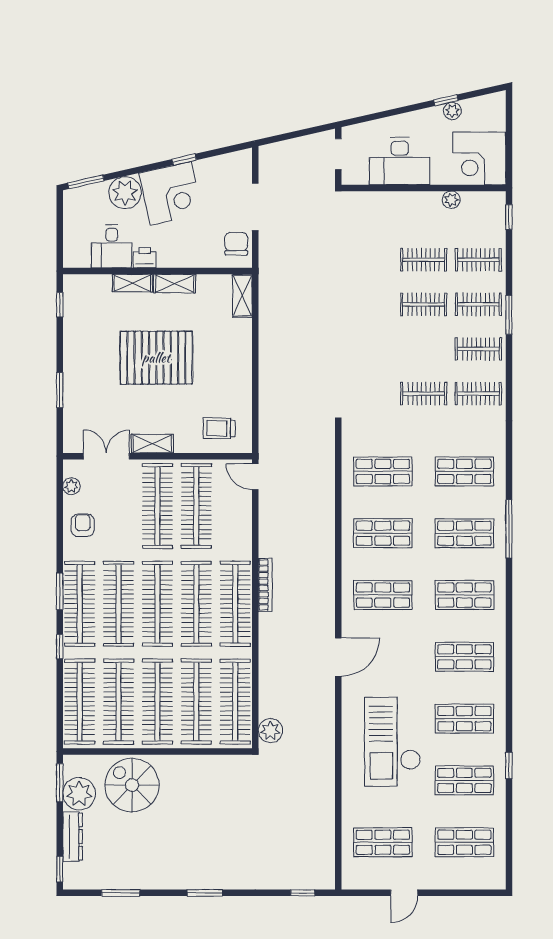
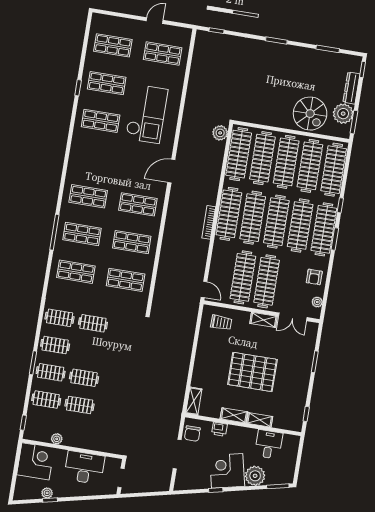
printer: (145, 258) -> (219, 429), moved
shop shelf: (464, 657) -> (94, 159), removed

